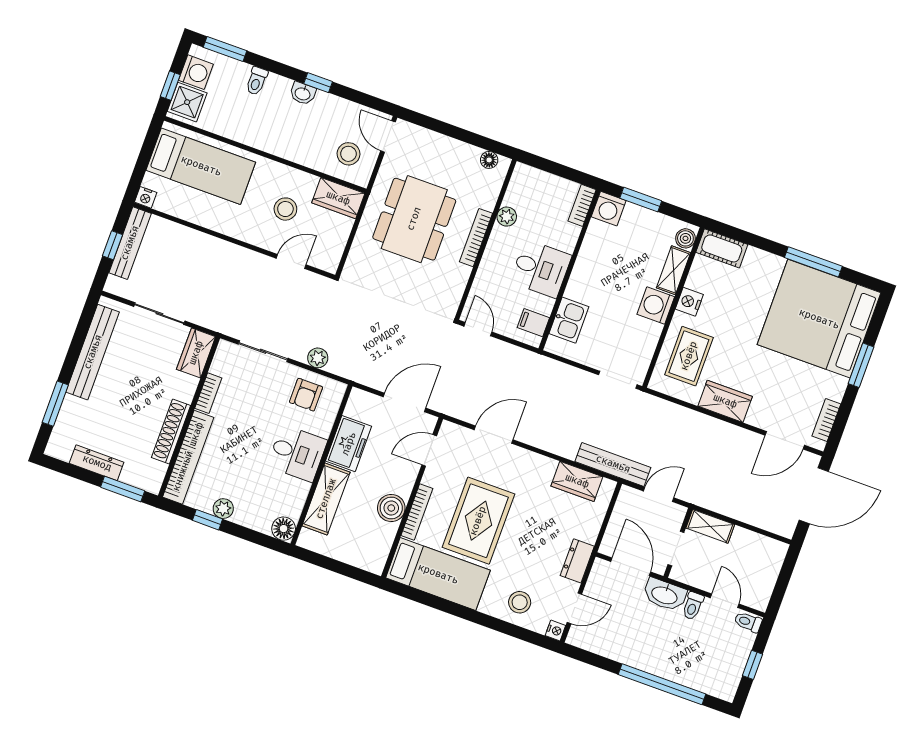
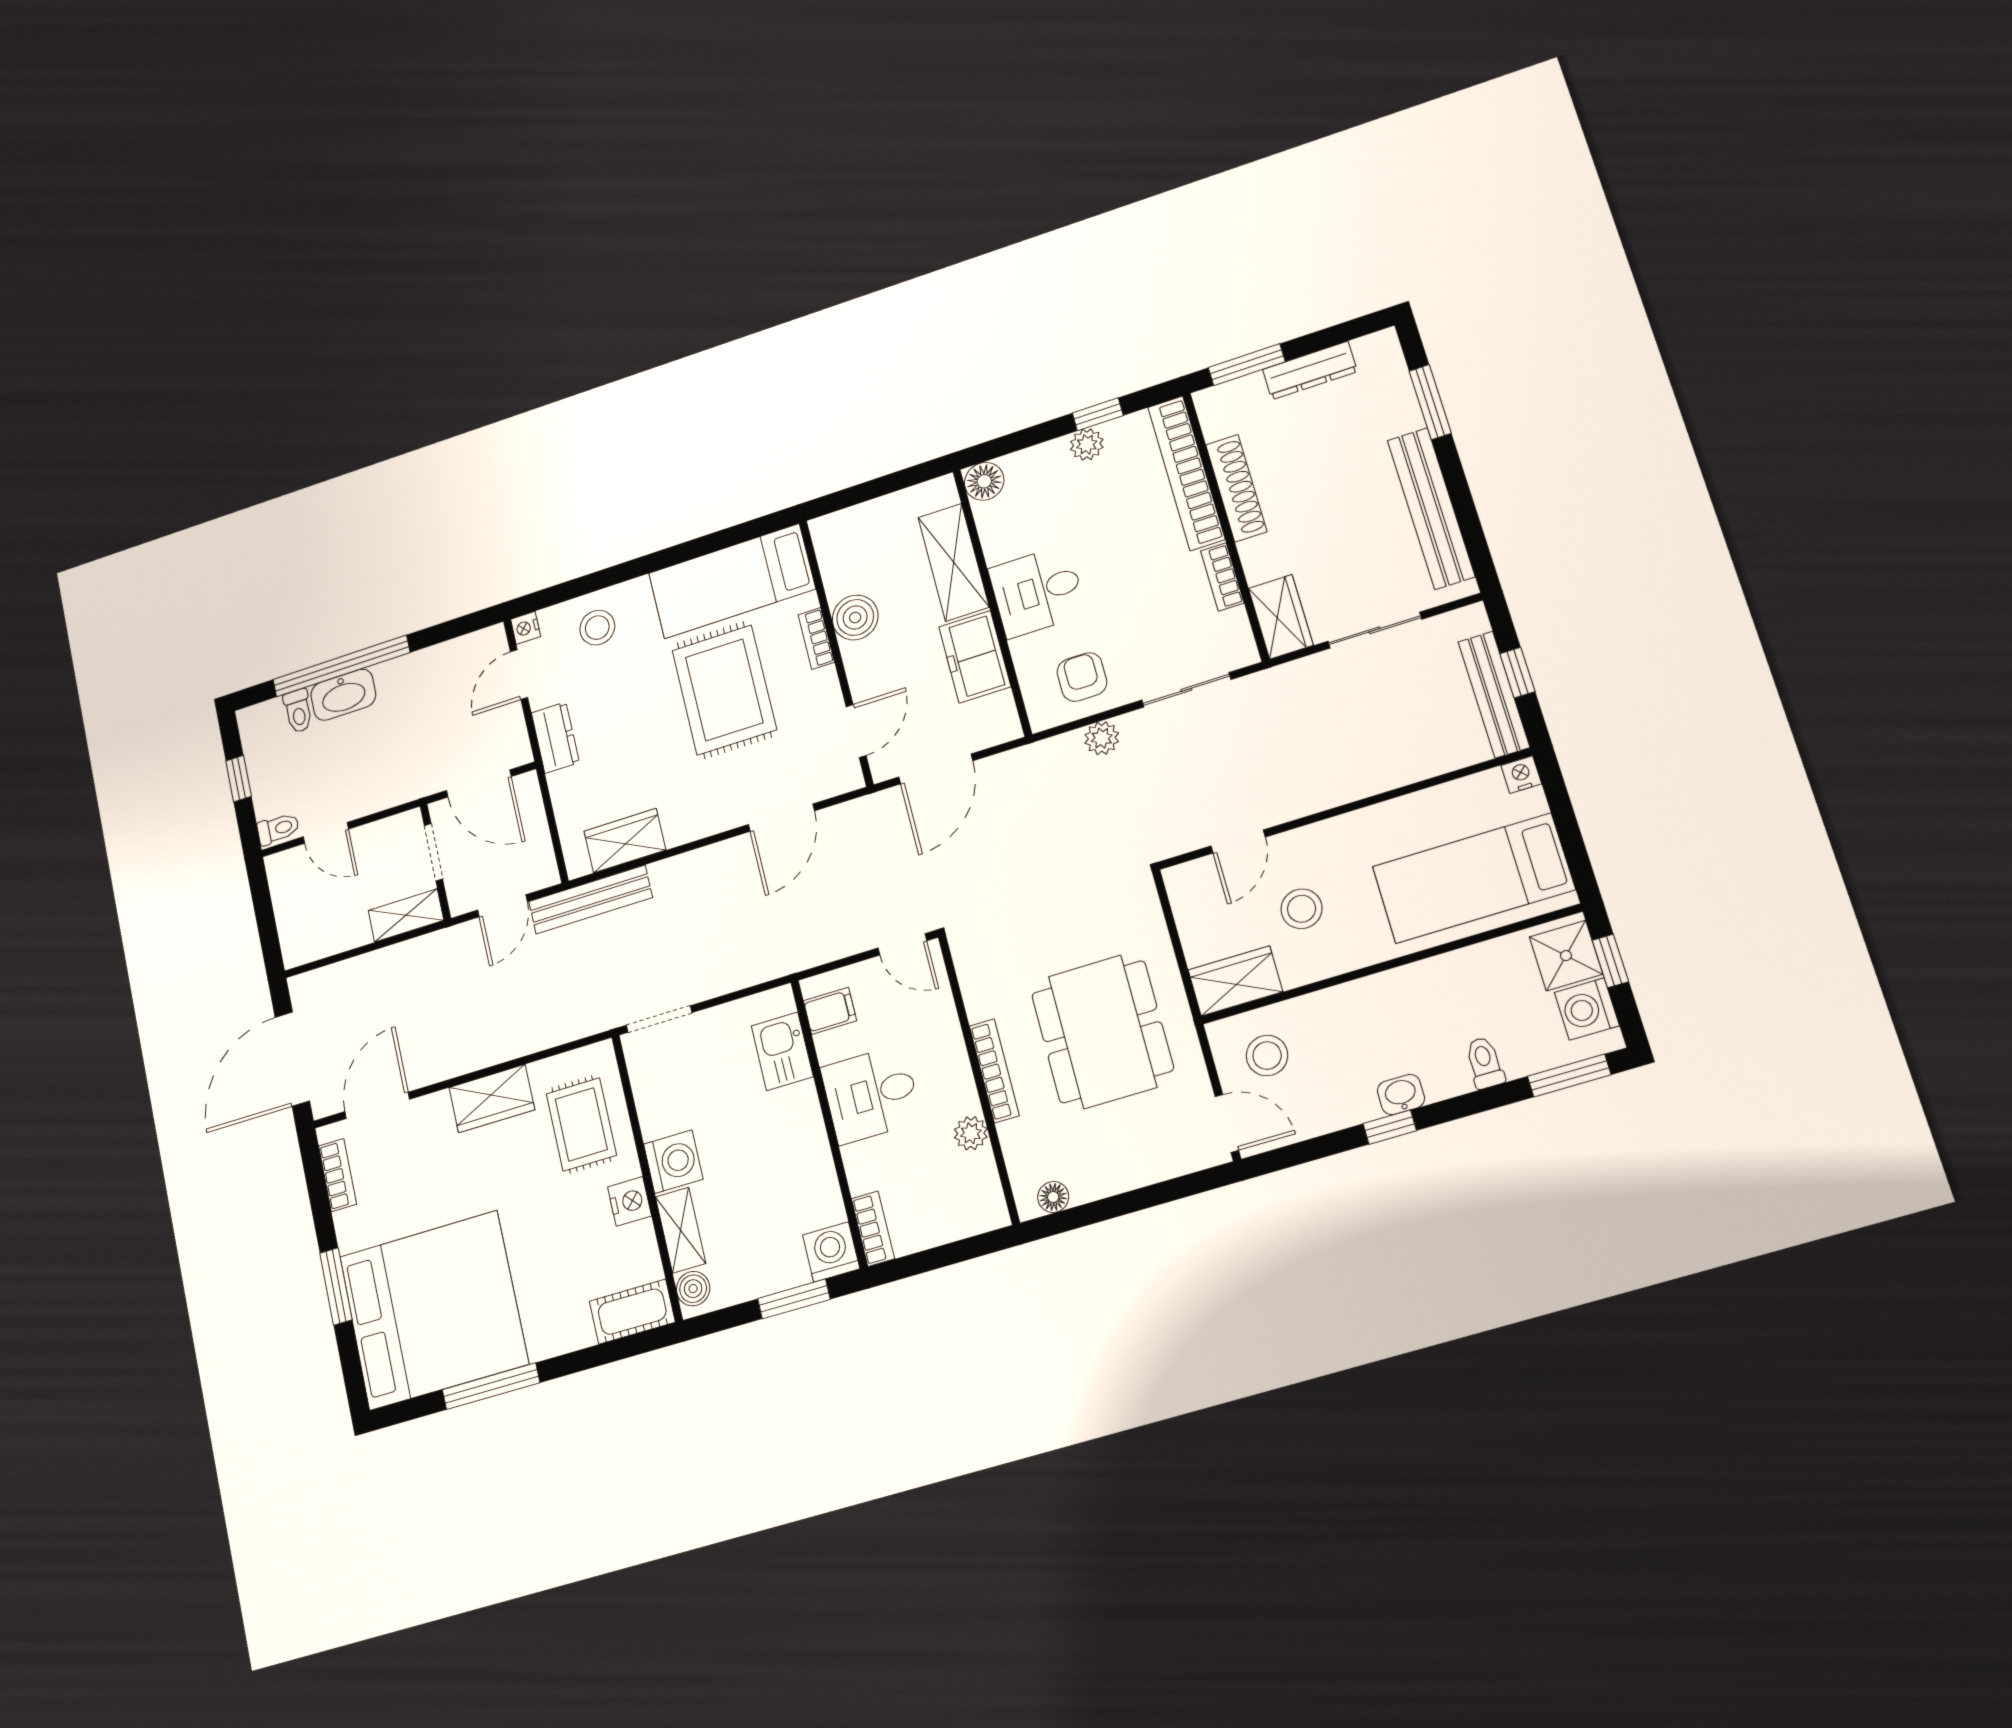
bookcase: (417, 512) -> (816, 638), width x0.64
washbasin: (665, 595) -> (343, 695), moved, turned 180
toilet: (693, 606) -> (298, 711), moved, turned 180

